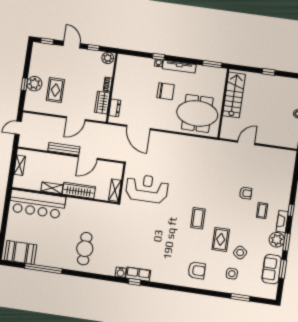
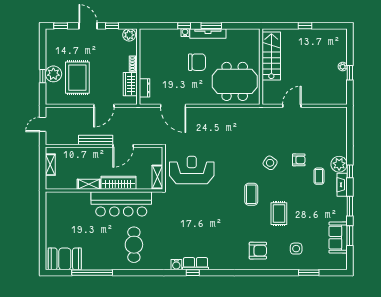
window: (212, 64) -> (211, 26), moved
rug: (55, 90) -> (77, 78), width x1.36, depth x1.43
bar counter: (37, 204) -> (121, 204), moved
plant: (277, 240) -> (339, 164), moved
side table: (240, 253) -> (270, 163), moved

